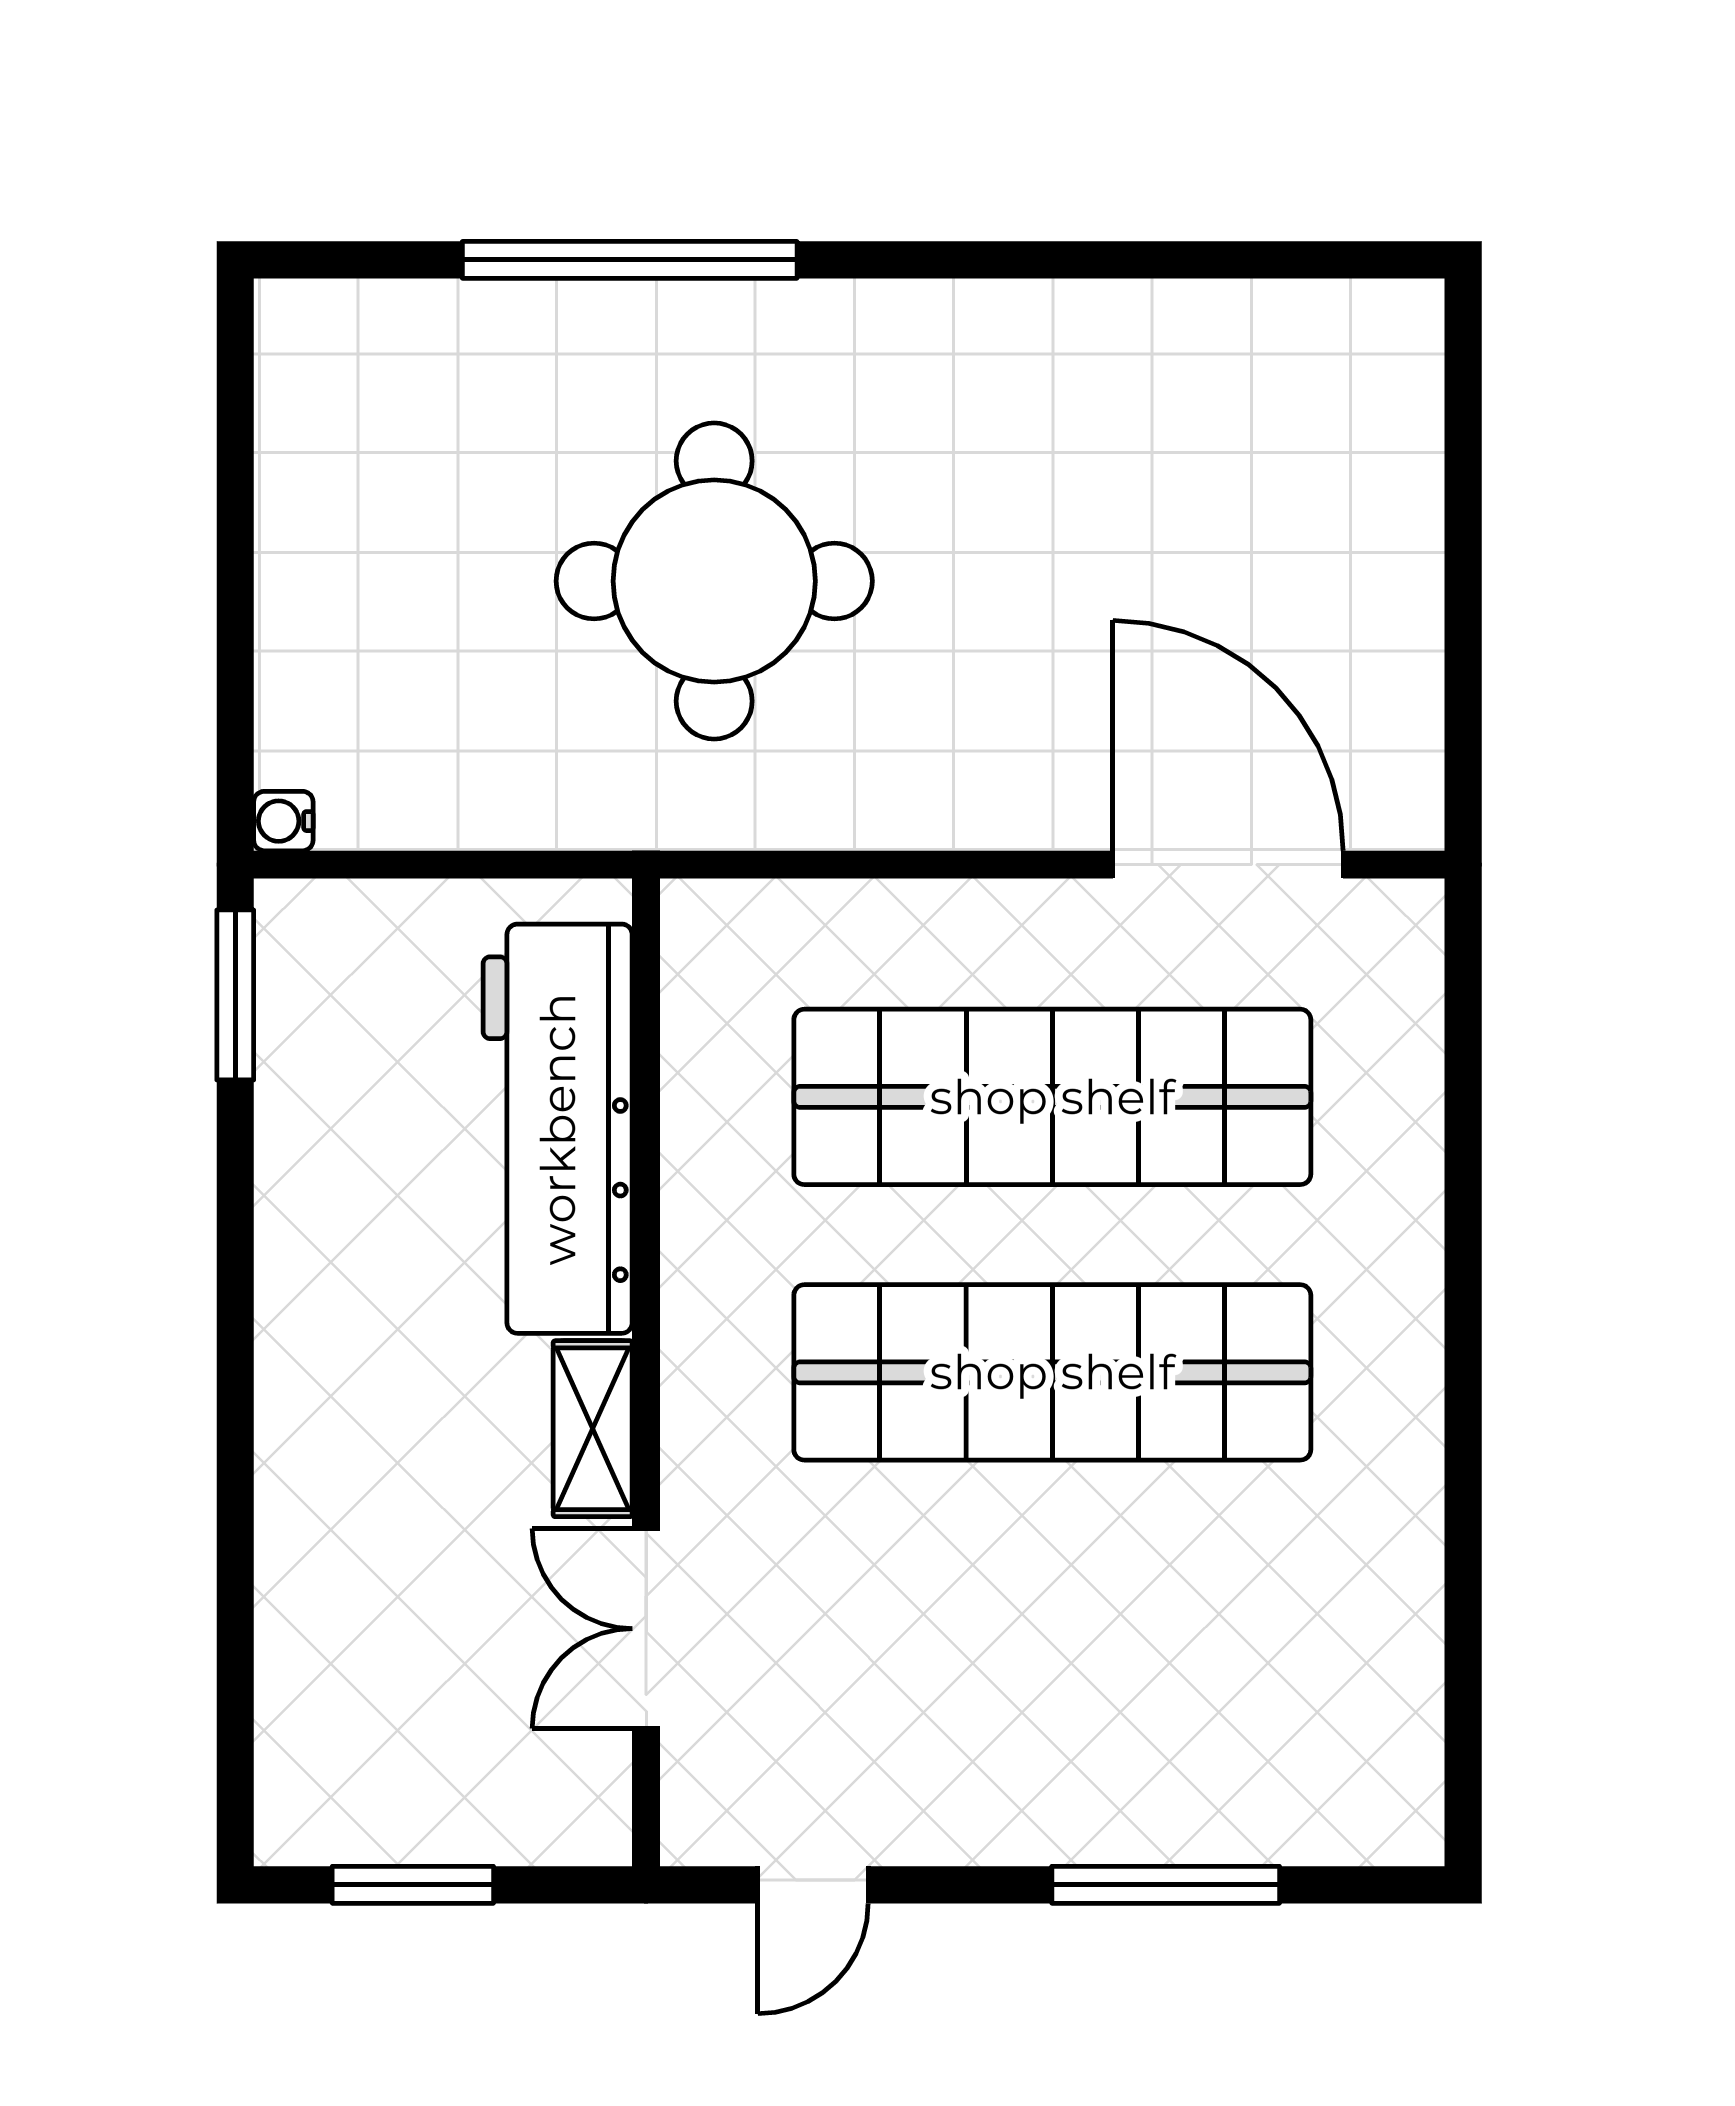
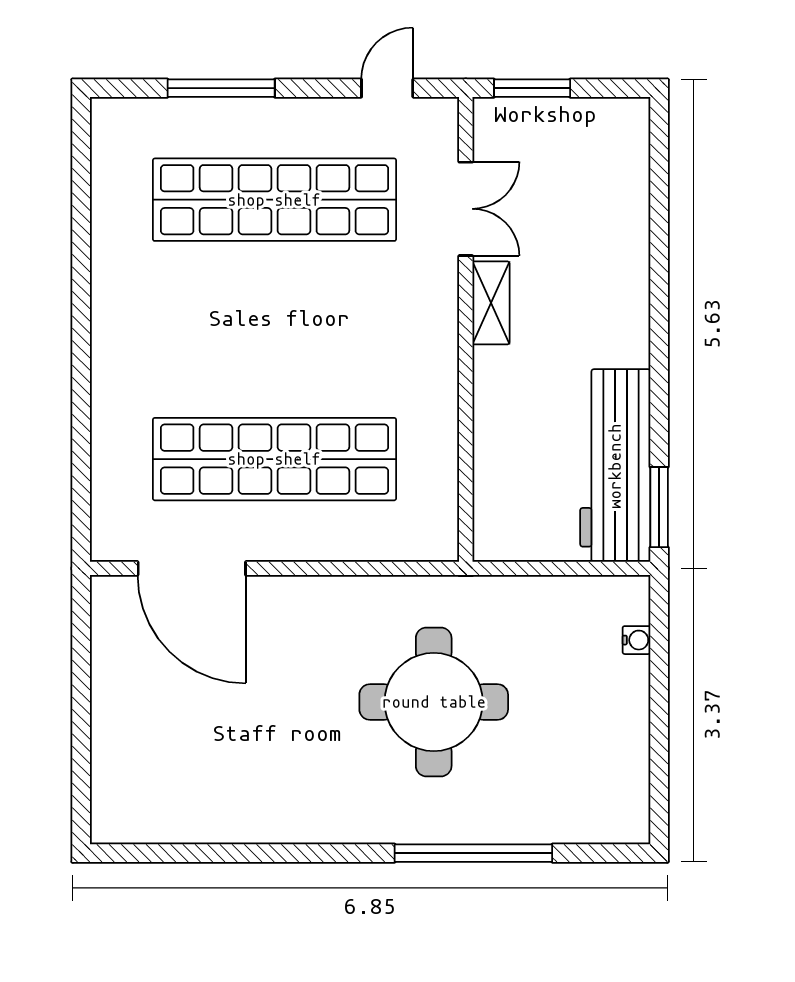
water cooler: (283, 821) -> (636, 640), moved
workbench: (558, 1129) -> (615, 466), moved, turned 180
shop shelf: (1052, 1372) -> (274, 200), moved
window: (413, 1885) -> (532, 88), moved

